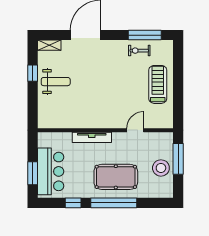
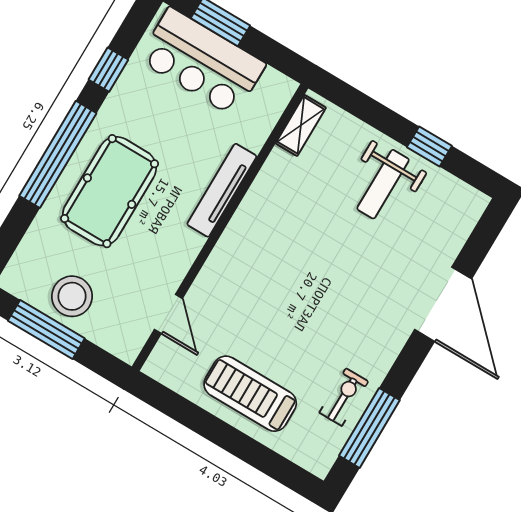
shelving: (49, 45) -> (301, 125), moved
treadmill: (158, 84) -> (250, 394), turned 180
door: (135, 130) -> (168, 314), moved
window: (178, 159) -> (46, 329), moved

